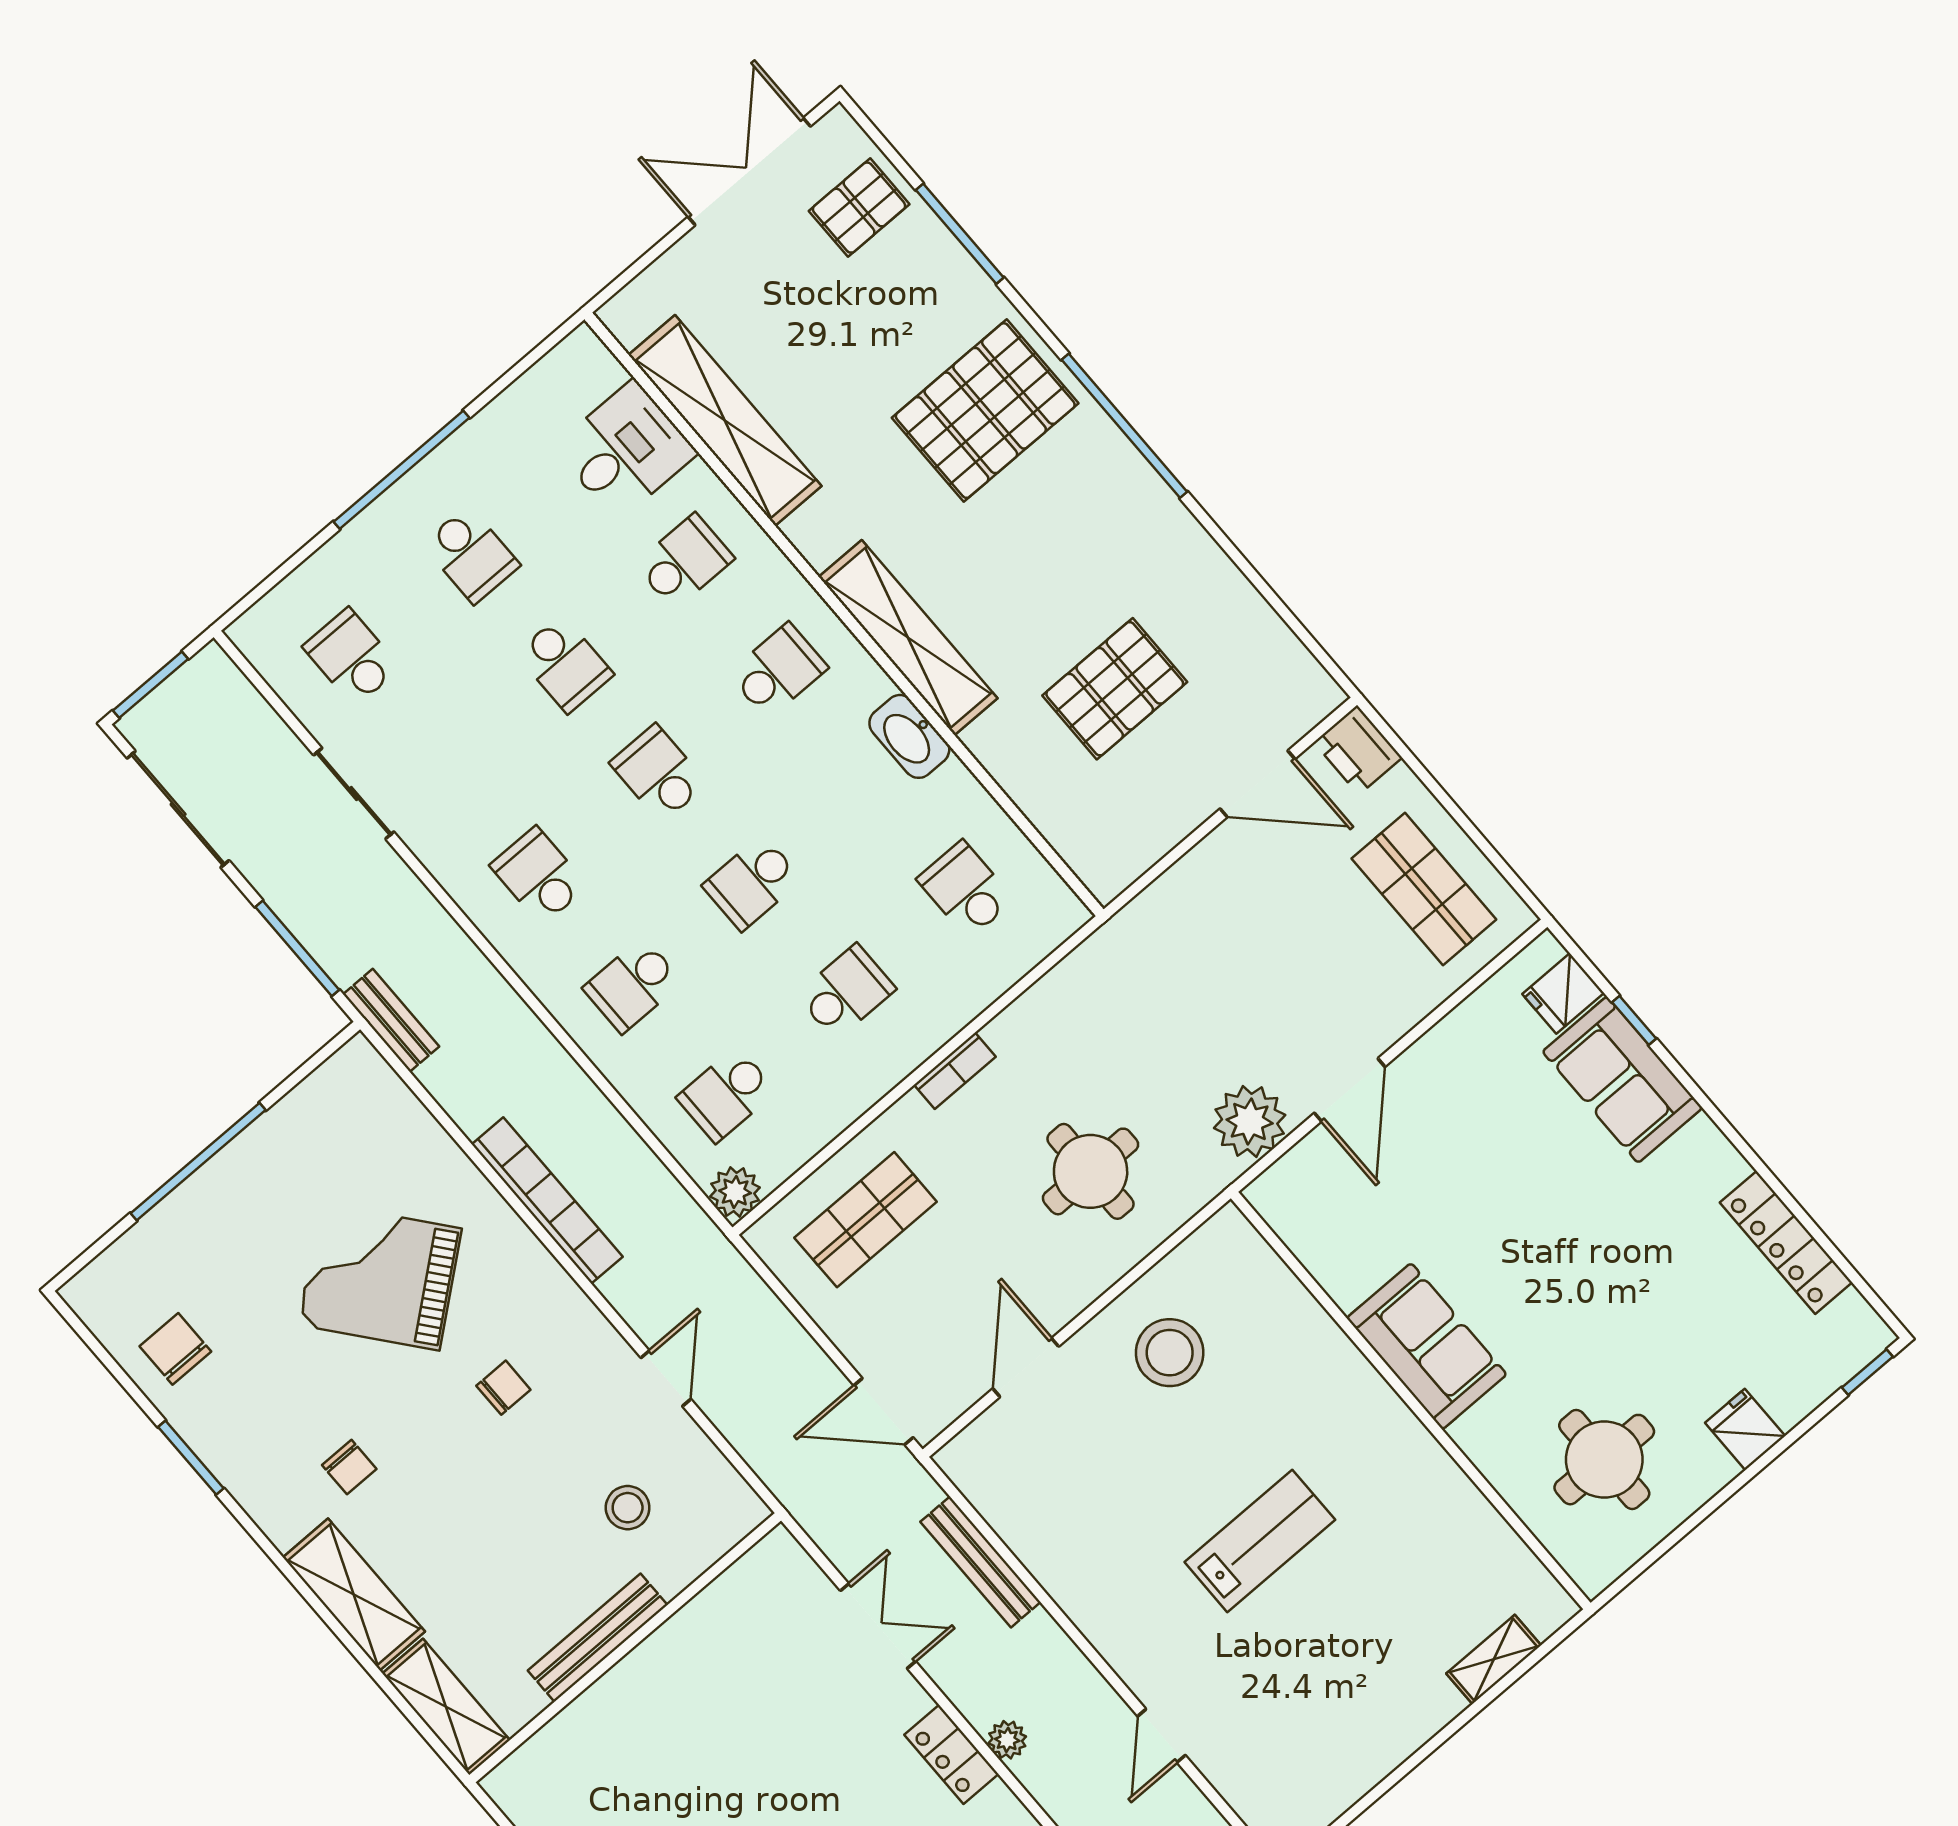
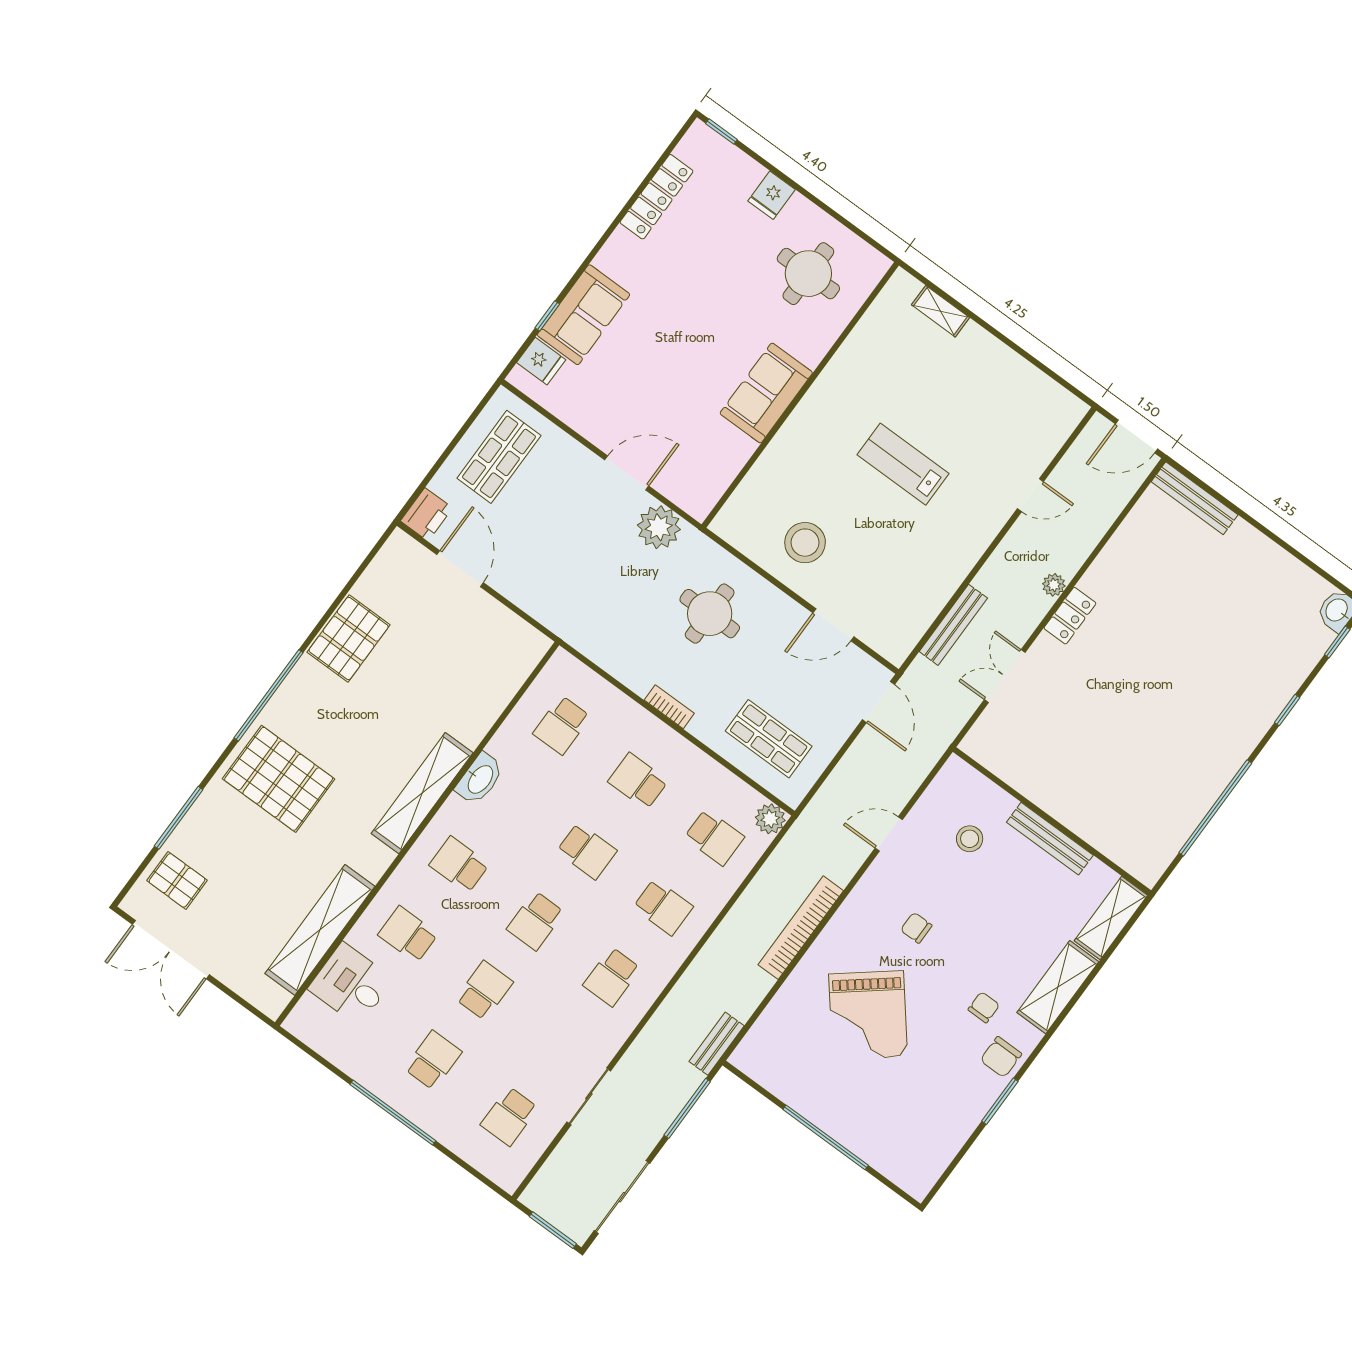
pallet: (1115, 689) -> (349, 638), moved, turned 90
chair: (175, 1349) -> (1001, 1057), moved

